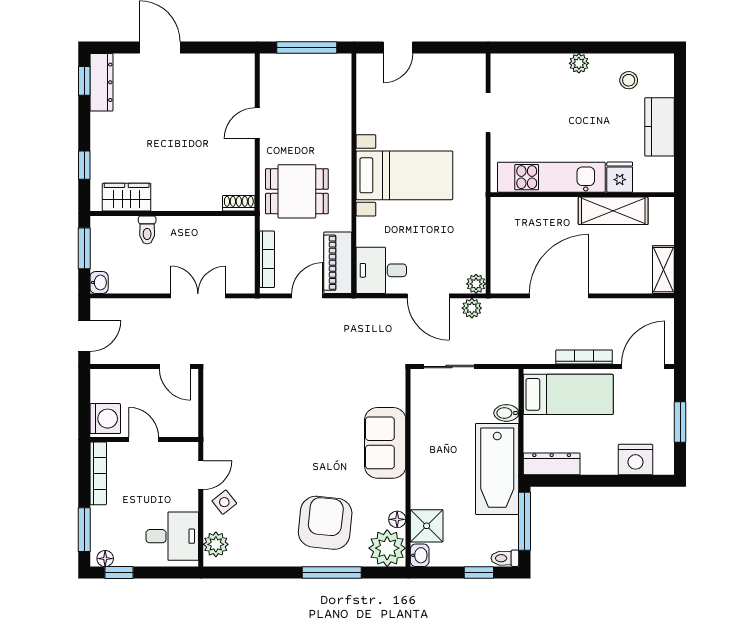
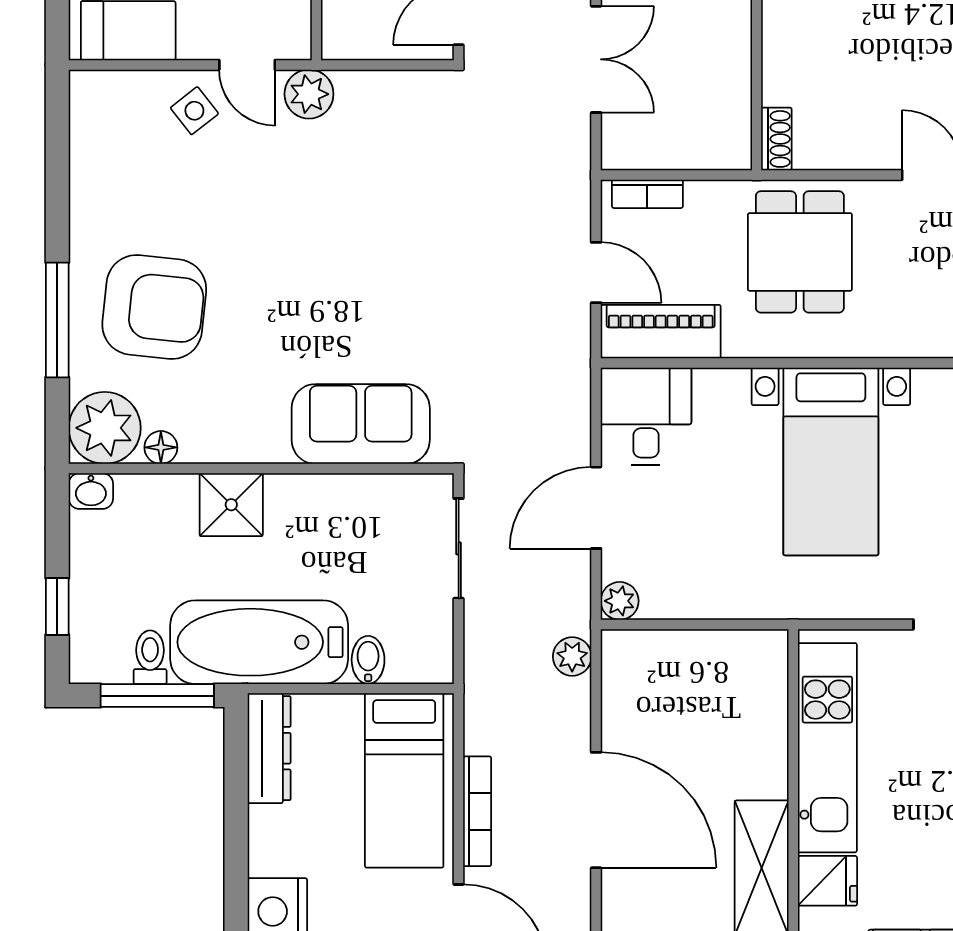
bookcase: (267, 259) -> (647, 194), width x0.64
door: (559, 296) -> (596, 810), moved
plant: (472, 308) -> (572, 657), moved
sofa: (385, 443) -> (361, 424), moved
shower: (427, 526) -> (231, 505), moved
plant: (216, 544) -> (309, 94), moved
toilet: (505, 558) -> (150, 657), moved

